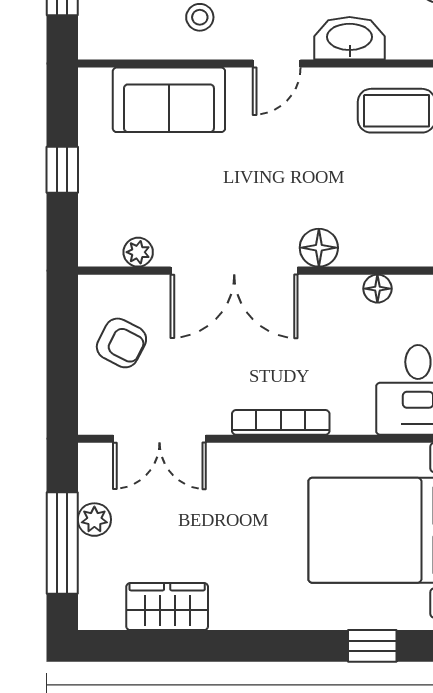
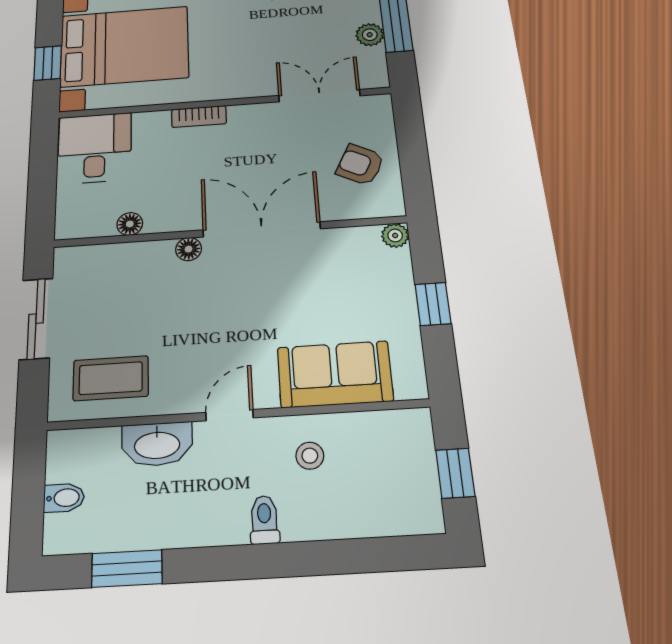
floor lamp: (319, 248) -> (189, 249), width x0.73, depth x0.73
plant: (138, 252) -> (395, 235), moved
bookcase: (281, 422) -> (199, 117), width x0.64

